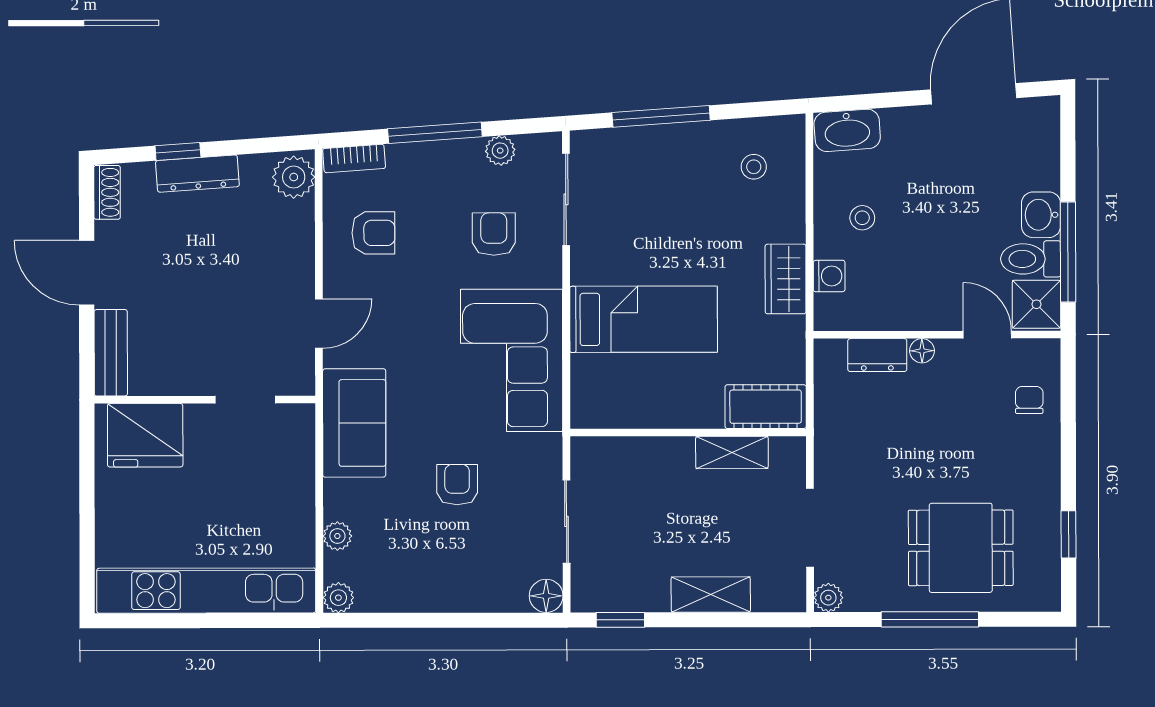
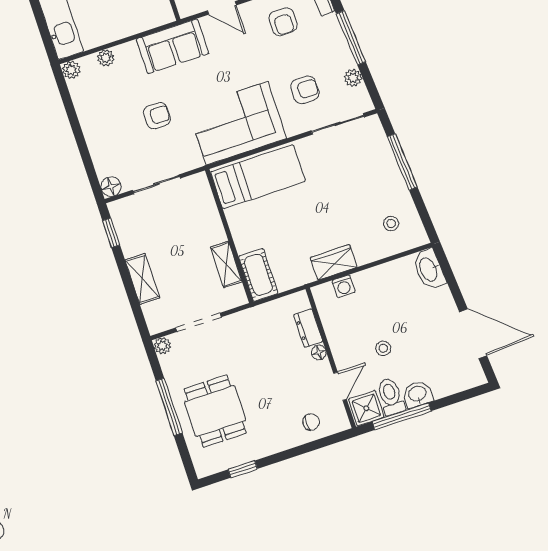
stool: (862, 218) -> (383, 348), moved
bed: (644, 319) -> (258, 177), moved, turned -90

